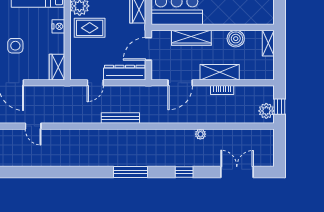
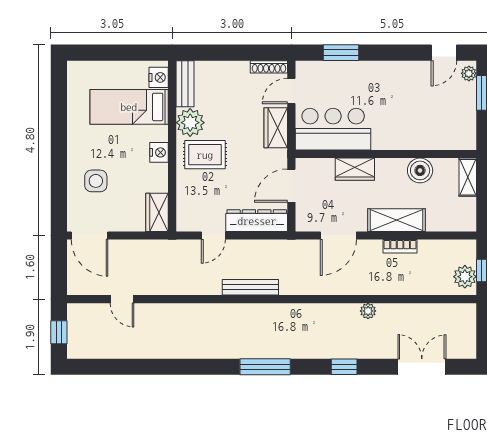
wardrobe: (191, 38) -> (355, 169), width x0.67

